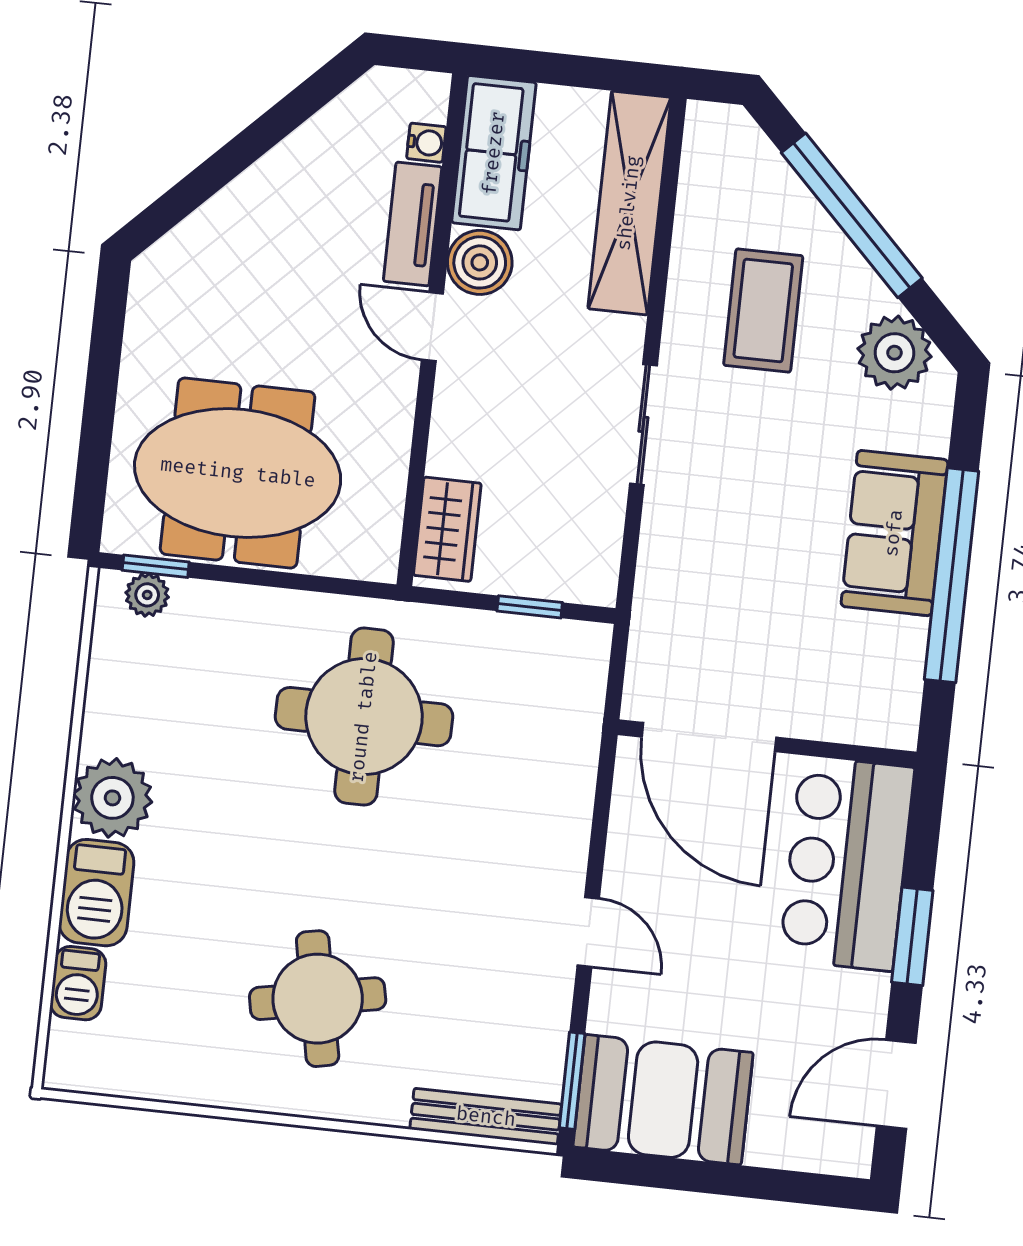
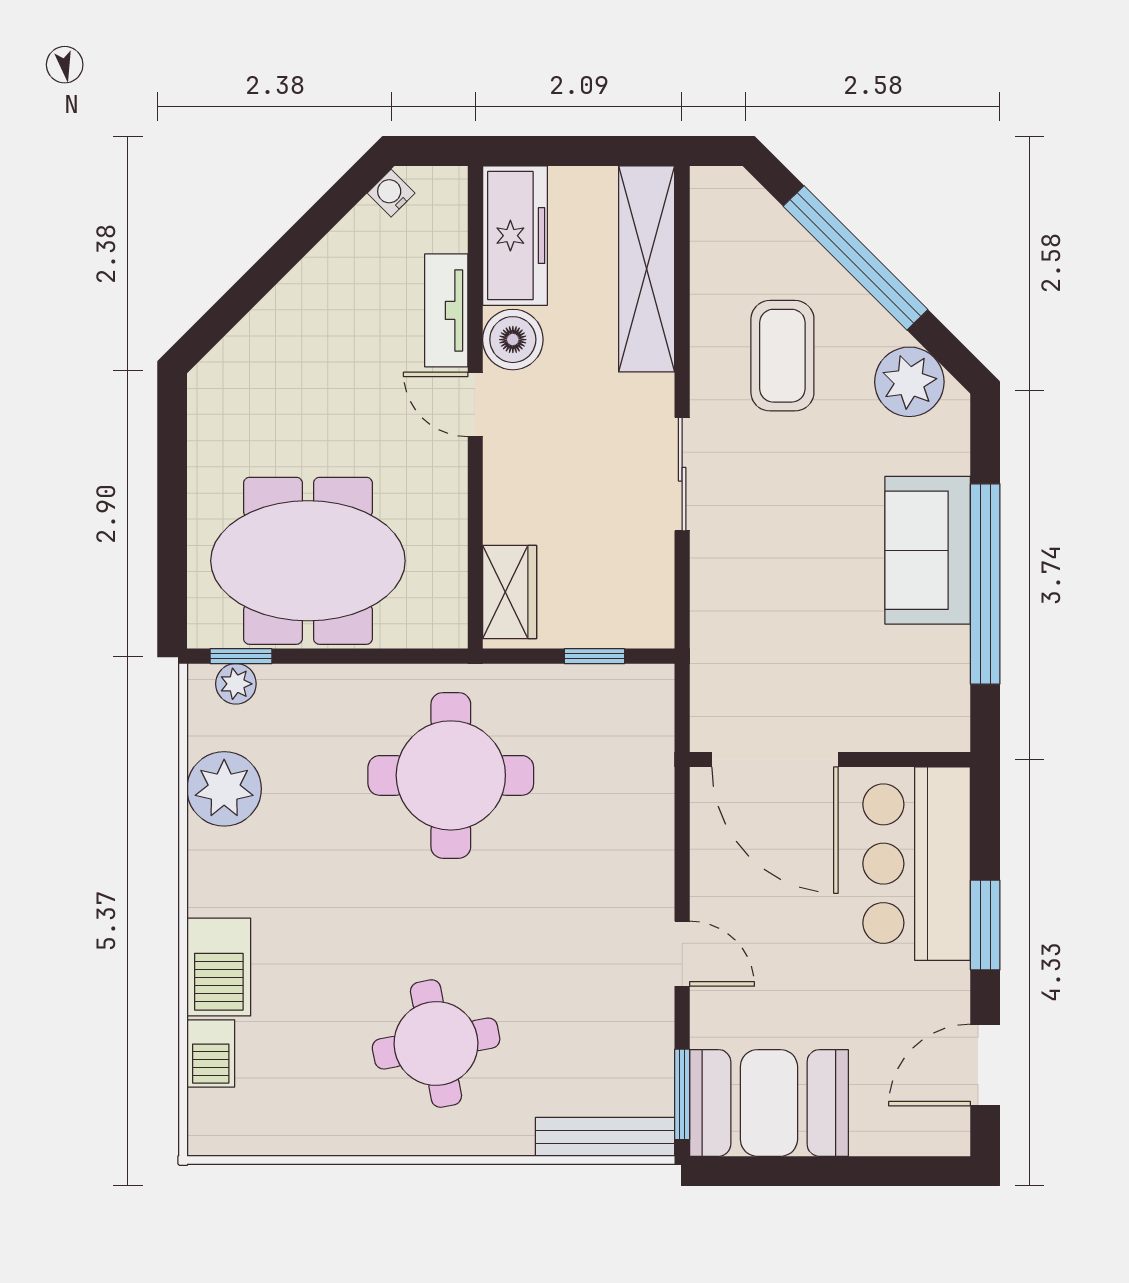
water cooler: (426, 143) -> (391, 193), moved, turned -135
plant: (112, 798) -> (224, 789), moved

